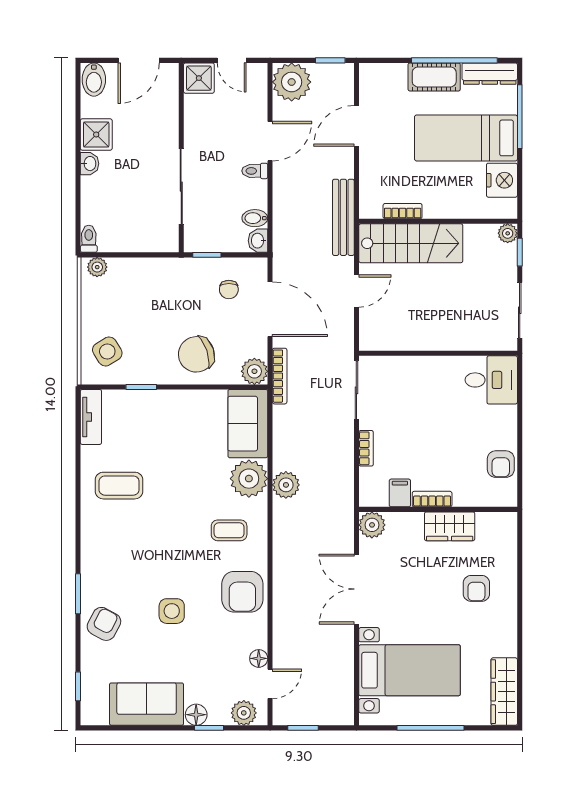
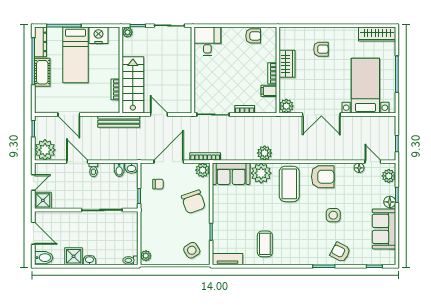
coffee table: (229, 530) -> (289, 184), width x1.86, depth x1.72

